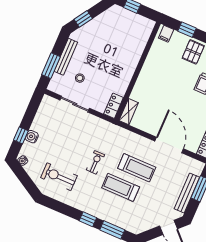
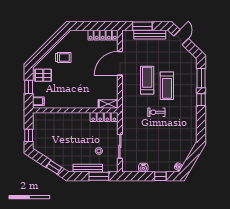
locker: (114, 106) -> (104, 117), width x1.53
water cooler: (32, 137) -> (143, 168), moved
exercise bike: (59, 177) -> (179, 135), removed

